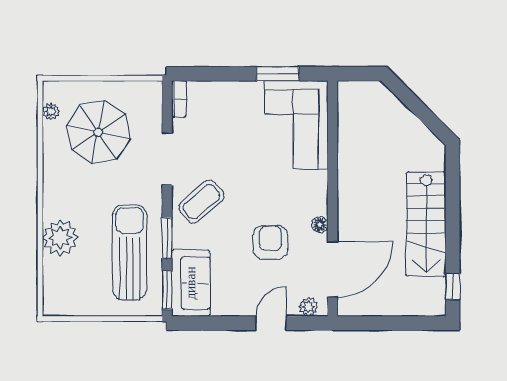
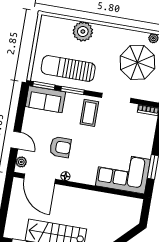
coffee table: (202, 202) -> (89, 113), turned 41
sun lounger: (130, 252) -> (68, 68), turned 180

